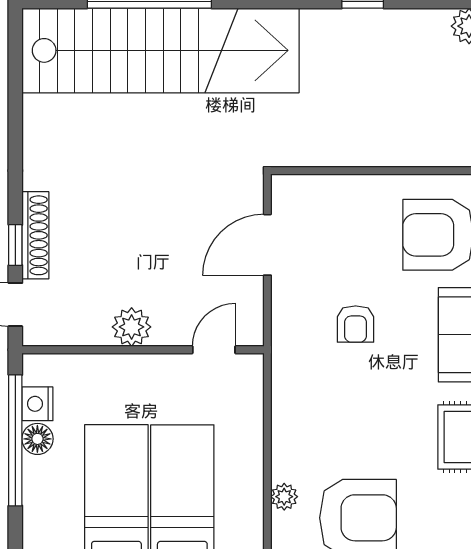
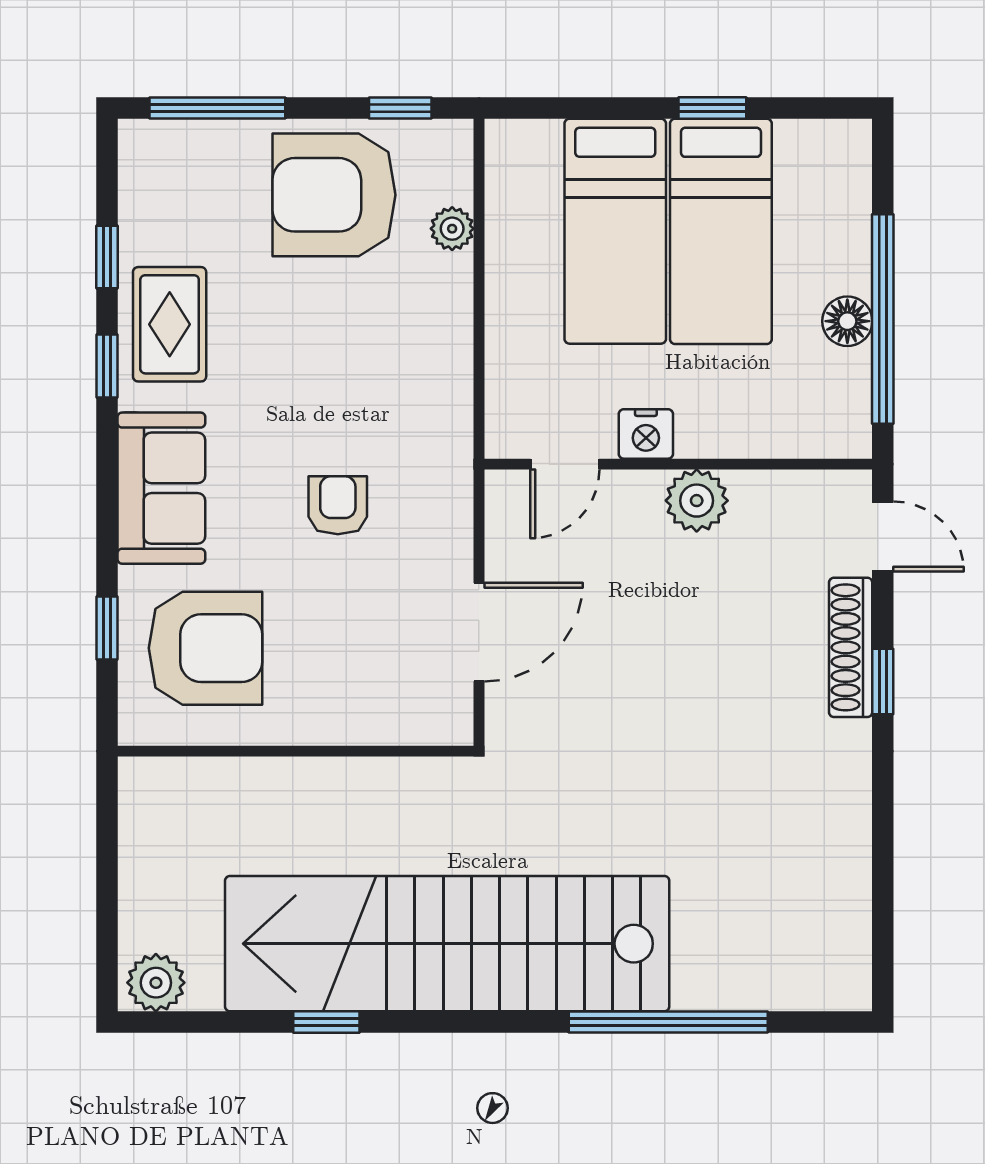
stairs: (161, 50) -> (447, 944), moved
window: (15, 245) -> (883, 682), moved
nightstand: (37, 404) -> (646, 434), moved, turned 90

